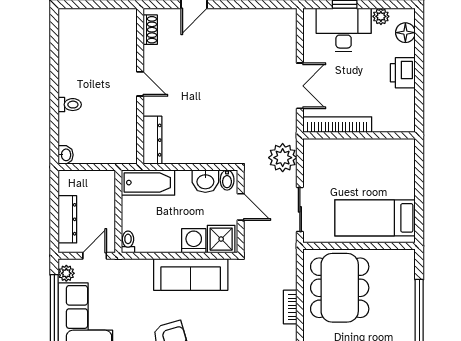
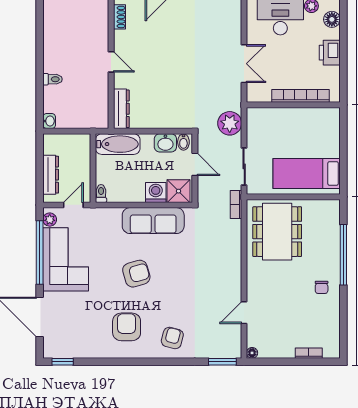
bookcase: (337, 125) -> (301, 96), moved
bookcase: (290, 307) -> (236, 205), moved

